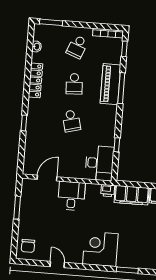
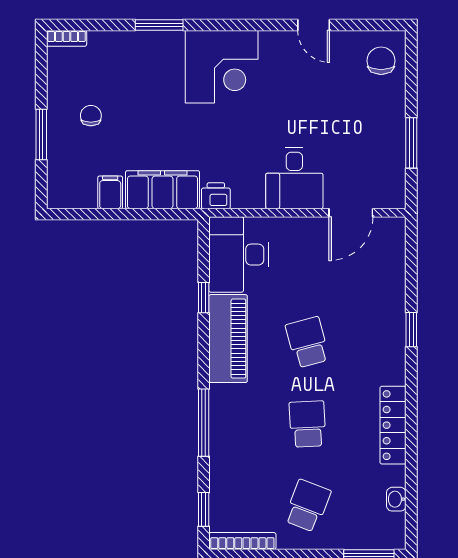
piano: (110, 84) -> (228, 339), moved

